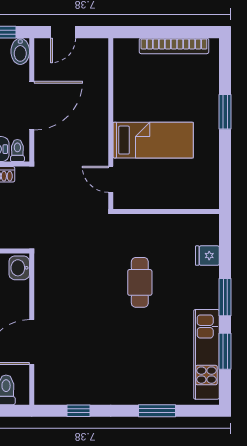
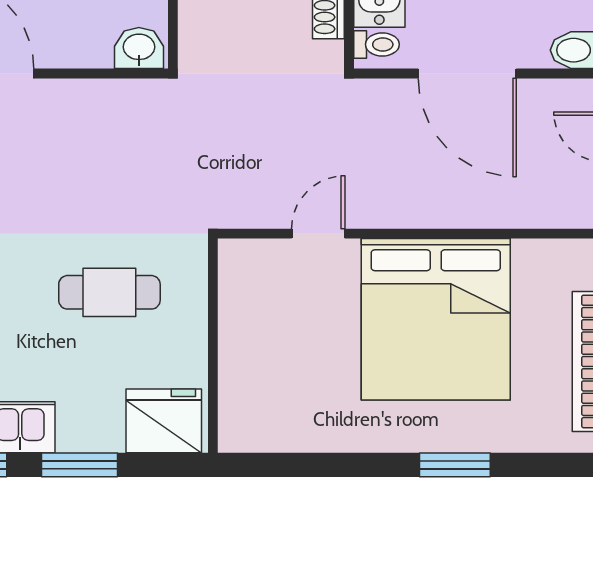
bed: (153, 140) -> (436, 319), width x2.04
wall: (166, 212) -> (213, 346), moved
fridge: (207, 256) -> (164, 421), width x1.88, depth x1.34

